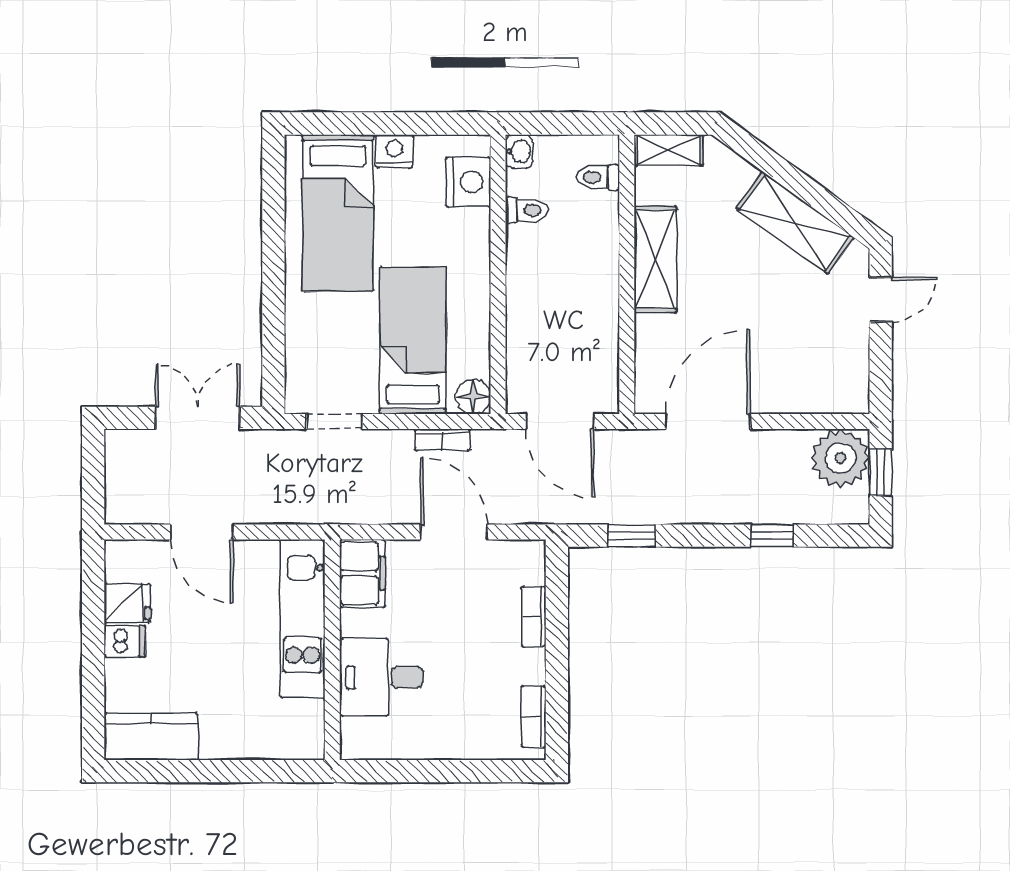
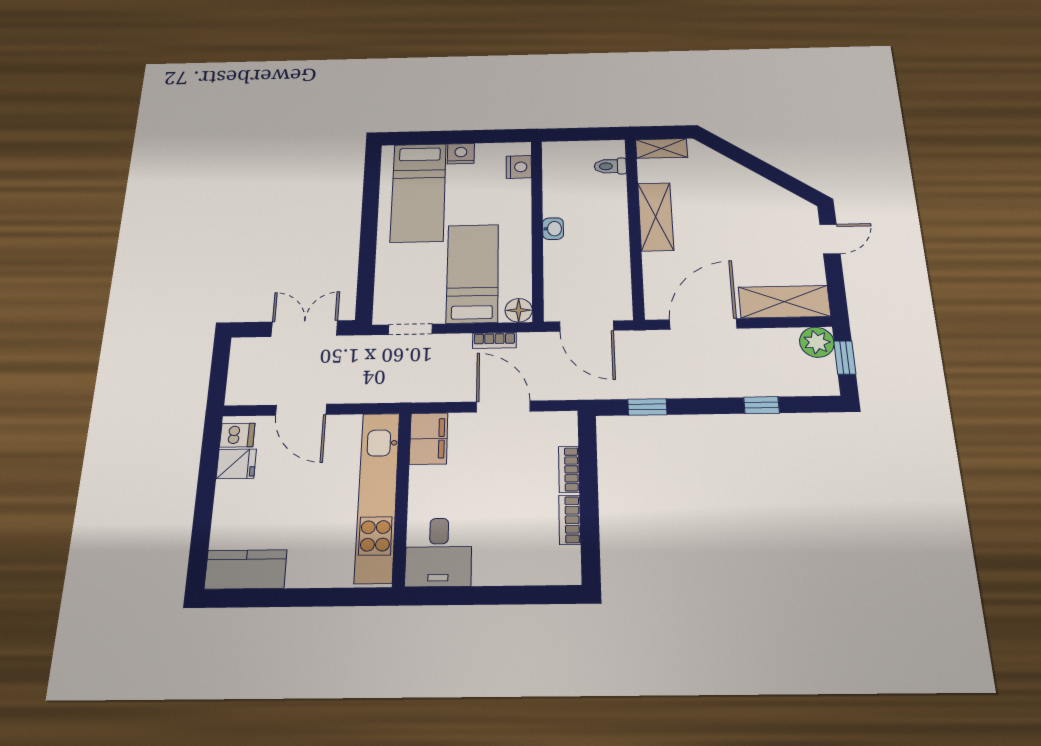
washbasin: (519, 151) -> (553, 229), moved
nightstand: (468, 182) -> (519, 167), width x0.74, depth x0.75
toilet: (527, 210) -> (558, 188), removed
shelving: (795, 223) -> (784, 302), moved, turned -36
plant: (840, 458) -> (817, 342), width x0.73, depth x0.73
kitchen unit: (303, 619) -> (377, 496), width x1.36
dishwasher: (125, 641) -> (237, 435), moved
desk: (381, 677) -> (439, 552), moved, turned -90
bookcase: (533, 717) -> (570, 520), moved

